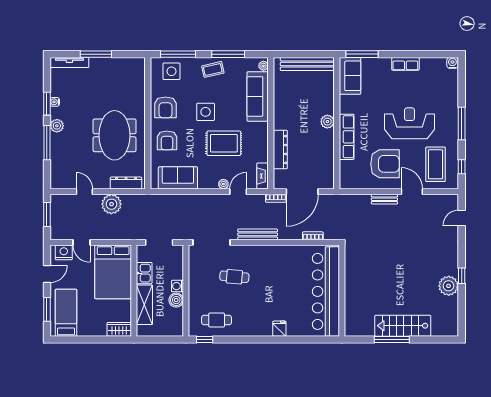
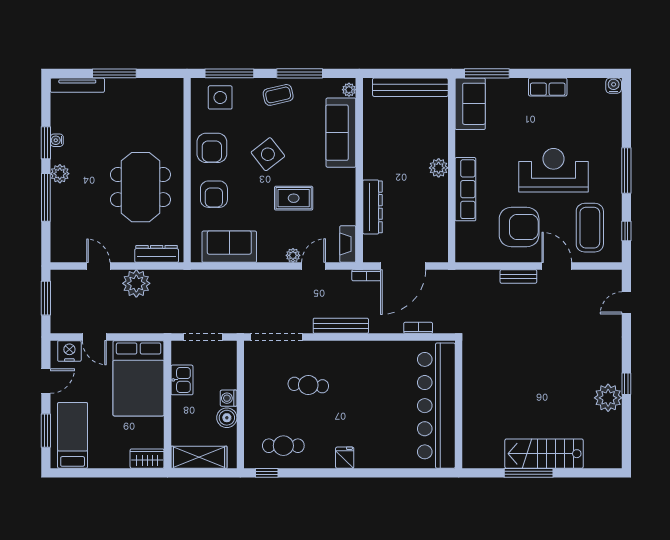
side table: (206, 112) -> (268, 154), turned -38
rug: (224, 143) -> (294, 198), width x0.73, depth x0.70
shelving: (144, 305) -> (199, 457), moved, turned 90
fridge: (279, 329) -> (345, 458), moved

